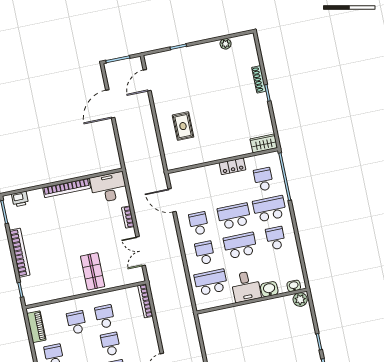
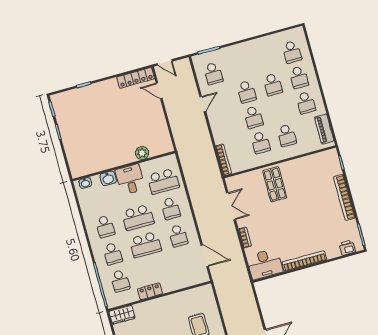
school desk: (270, 209) -> (113, 254), width x0.54
plant: (300, 299) -> (142, 153), moved

